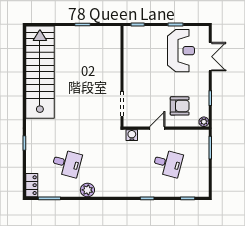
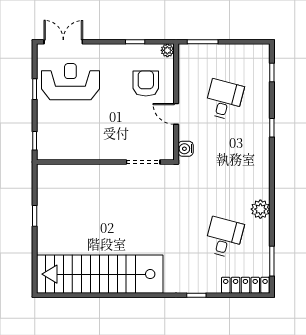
double door: (210, 57) -> (63, 42), moved
locker: (32, 185) -> (245, 285), width x1.53

